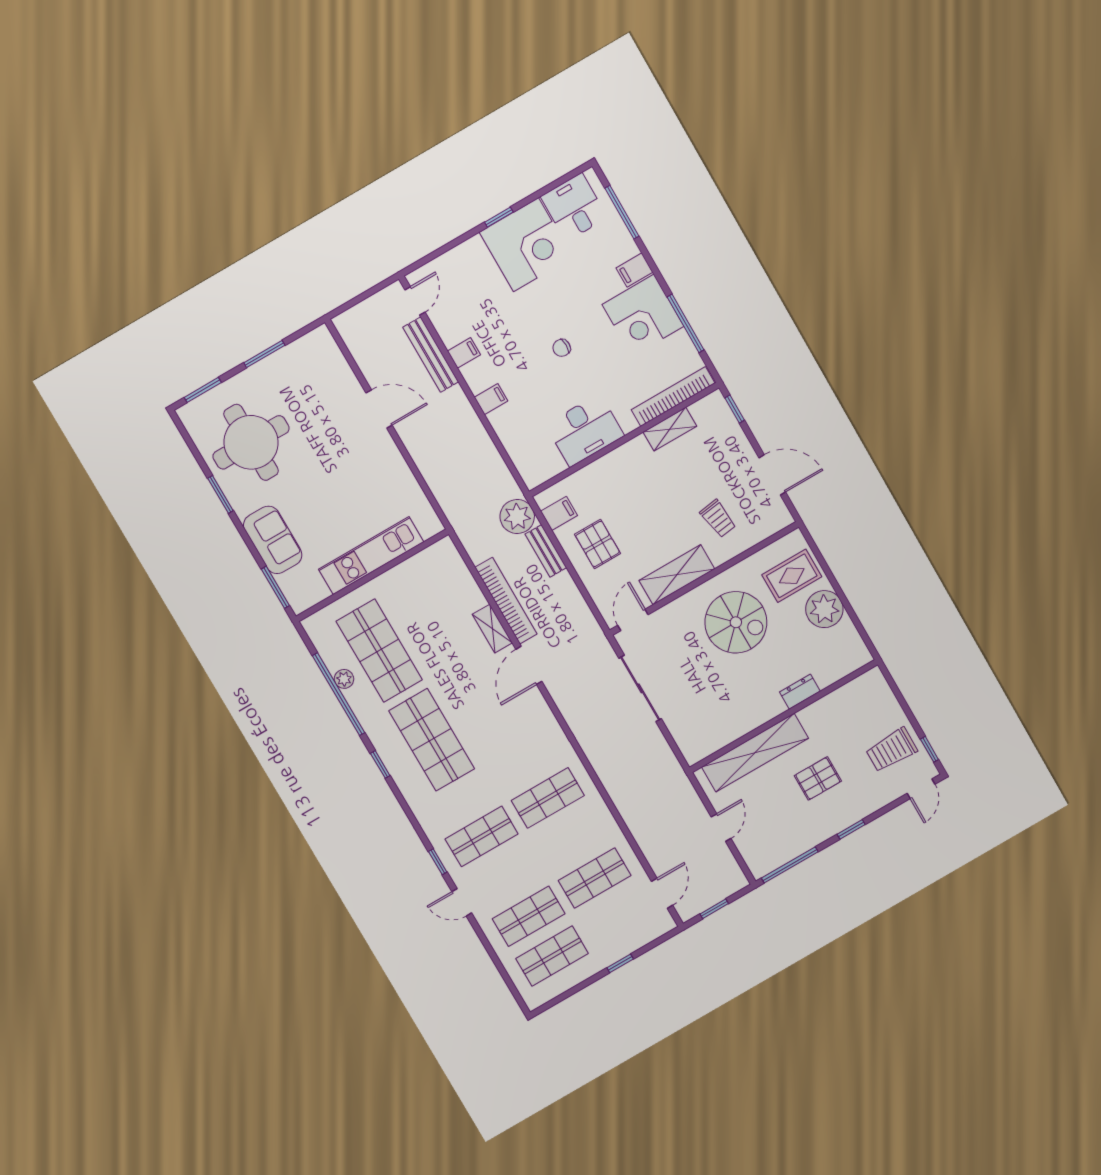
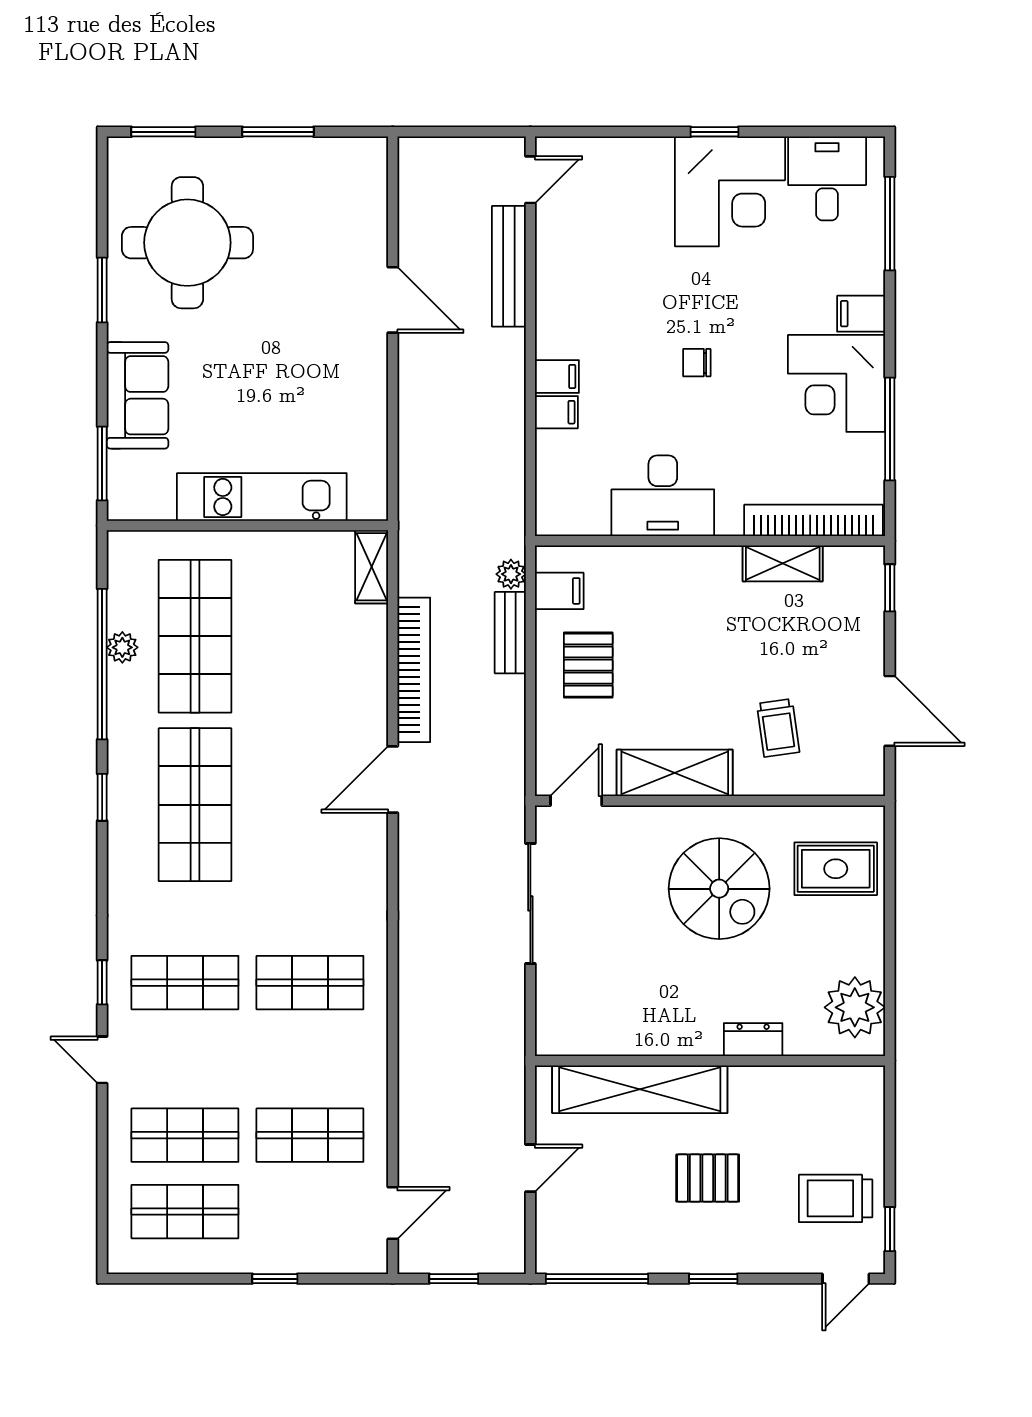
filing cabinet: (464, 353) -> (556, 412), moved
plant: (517, 517) -> (511, 574), width x0.53, depth x0.53
plant: (824, 609) -> (855, 1007), moved
shelving: (492, 629) -> (372, 567), moved

